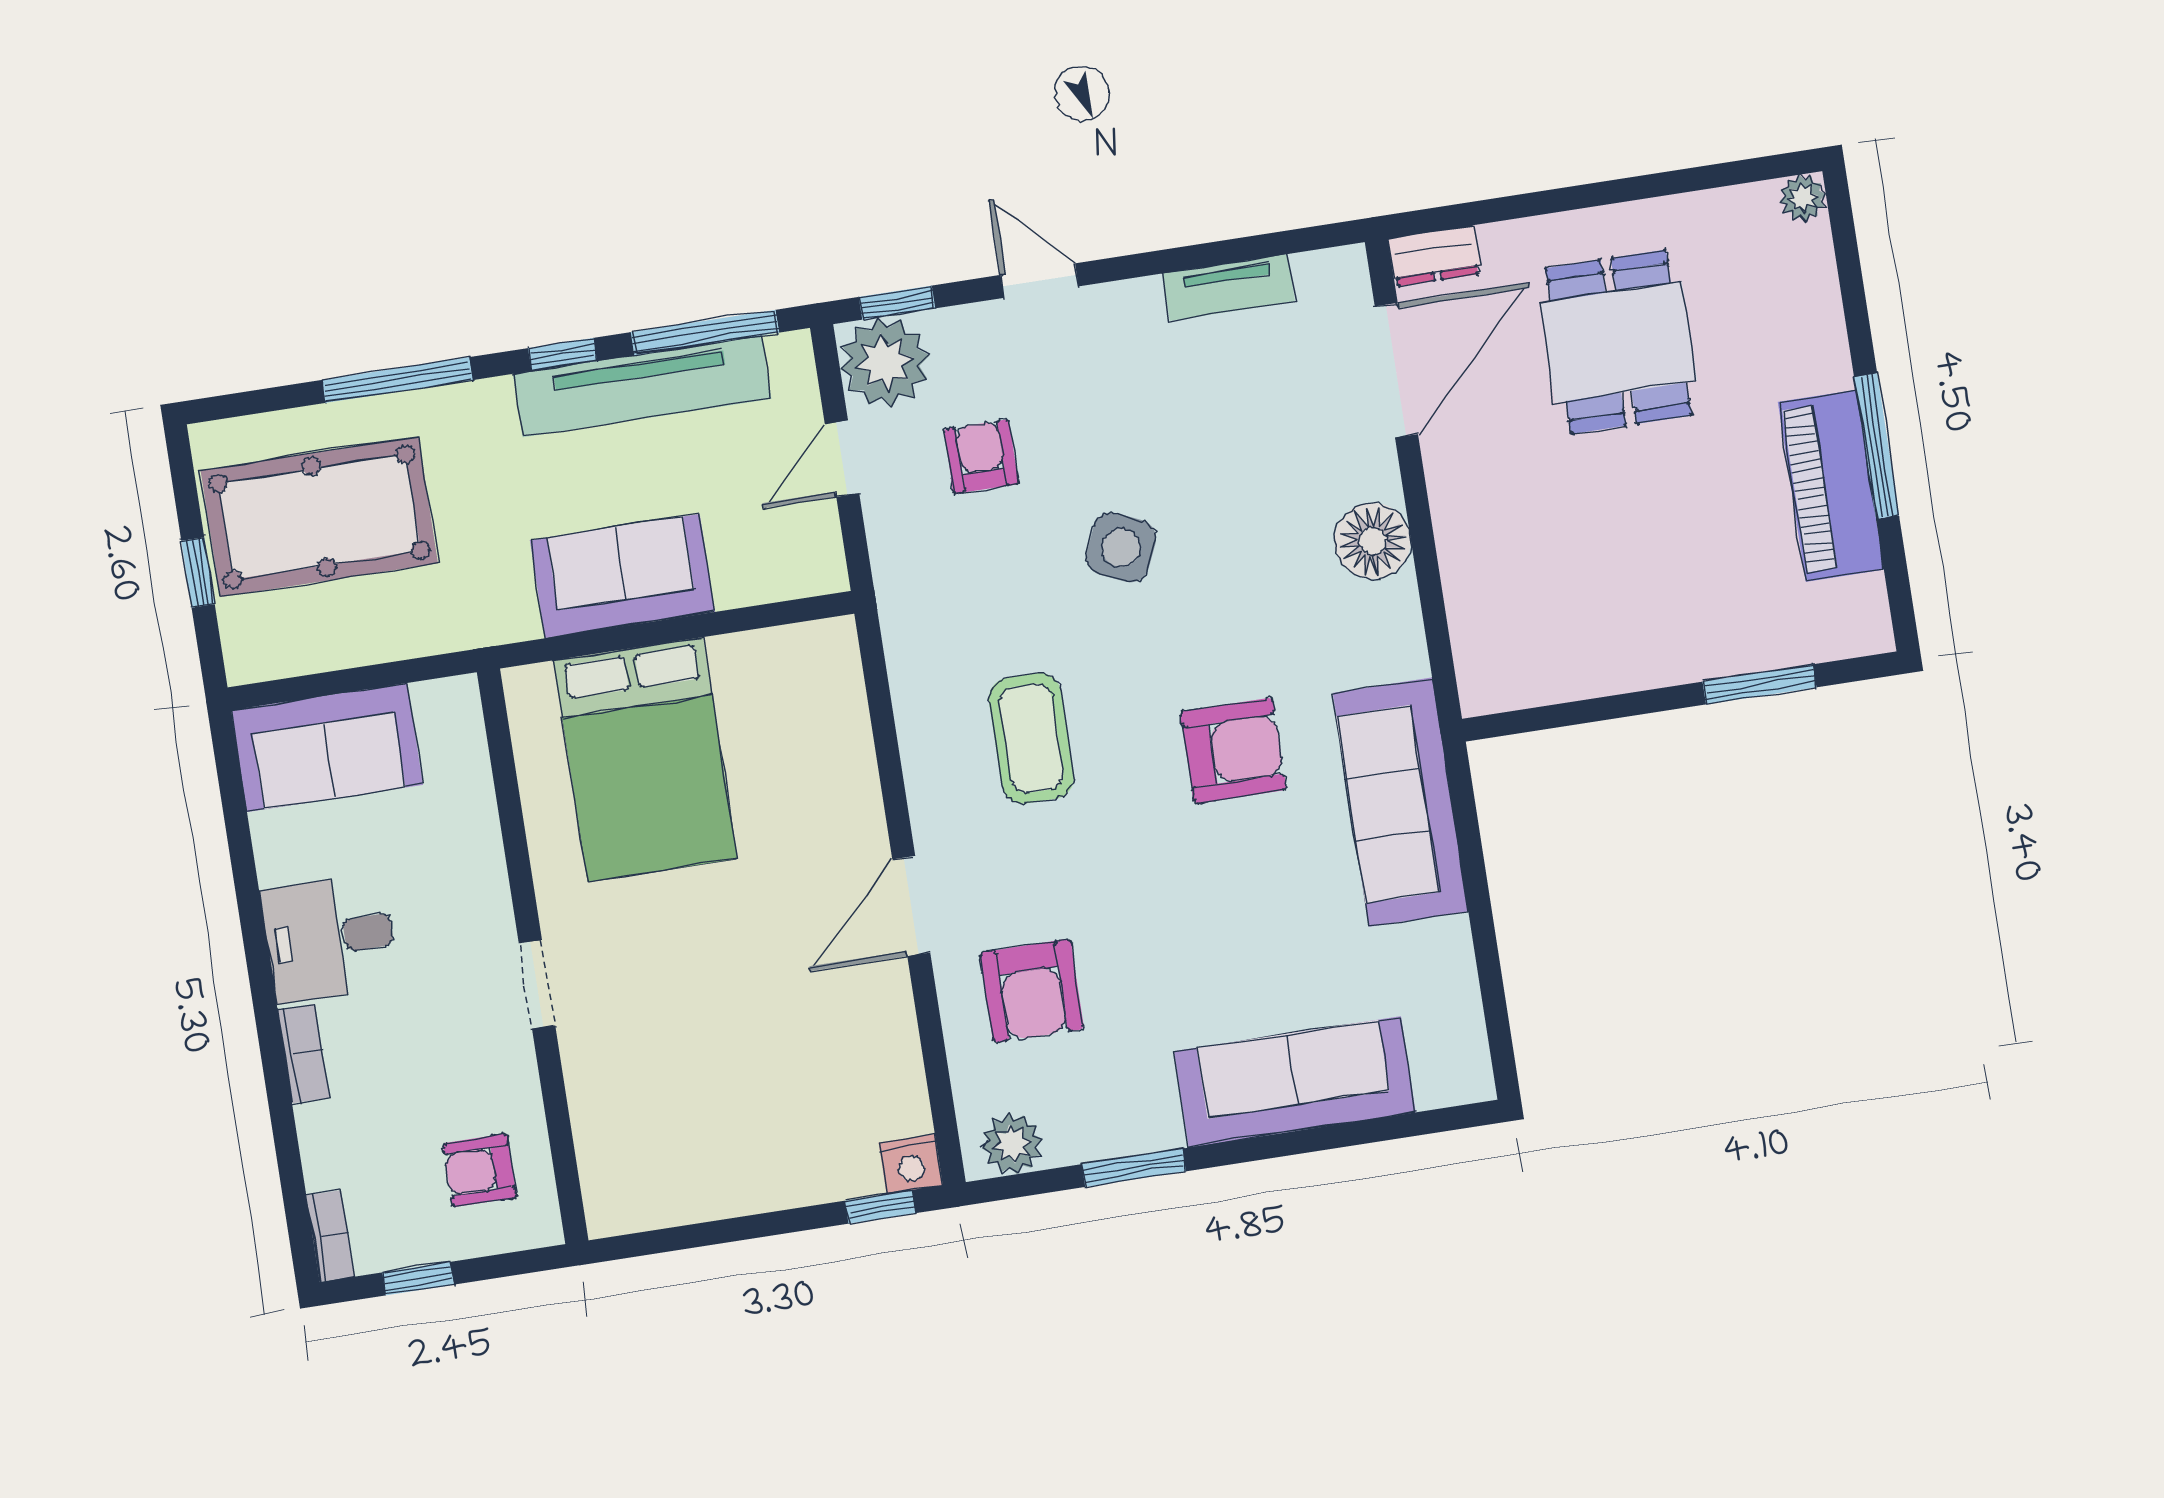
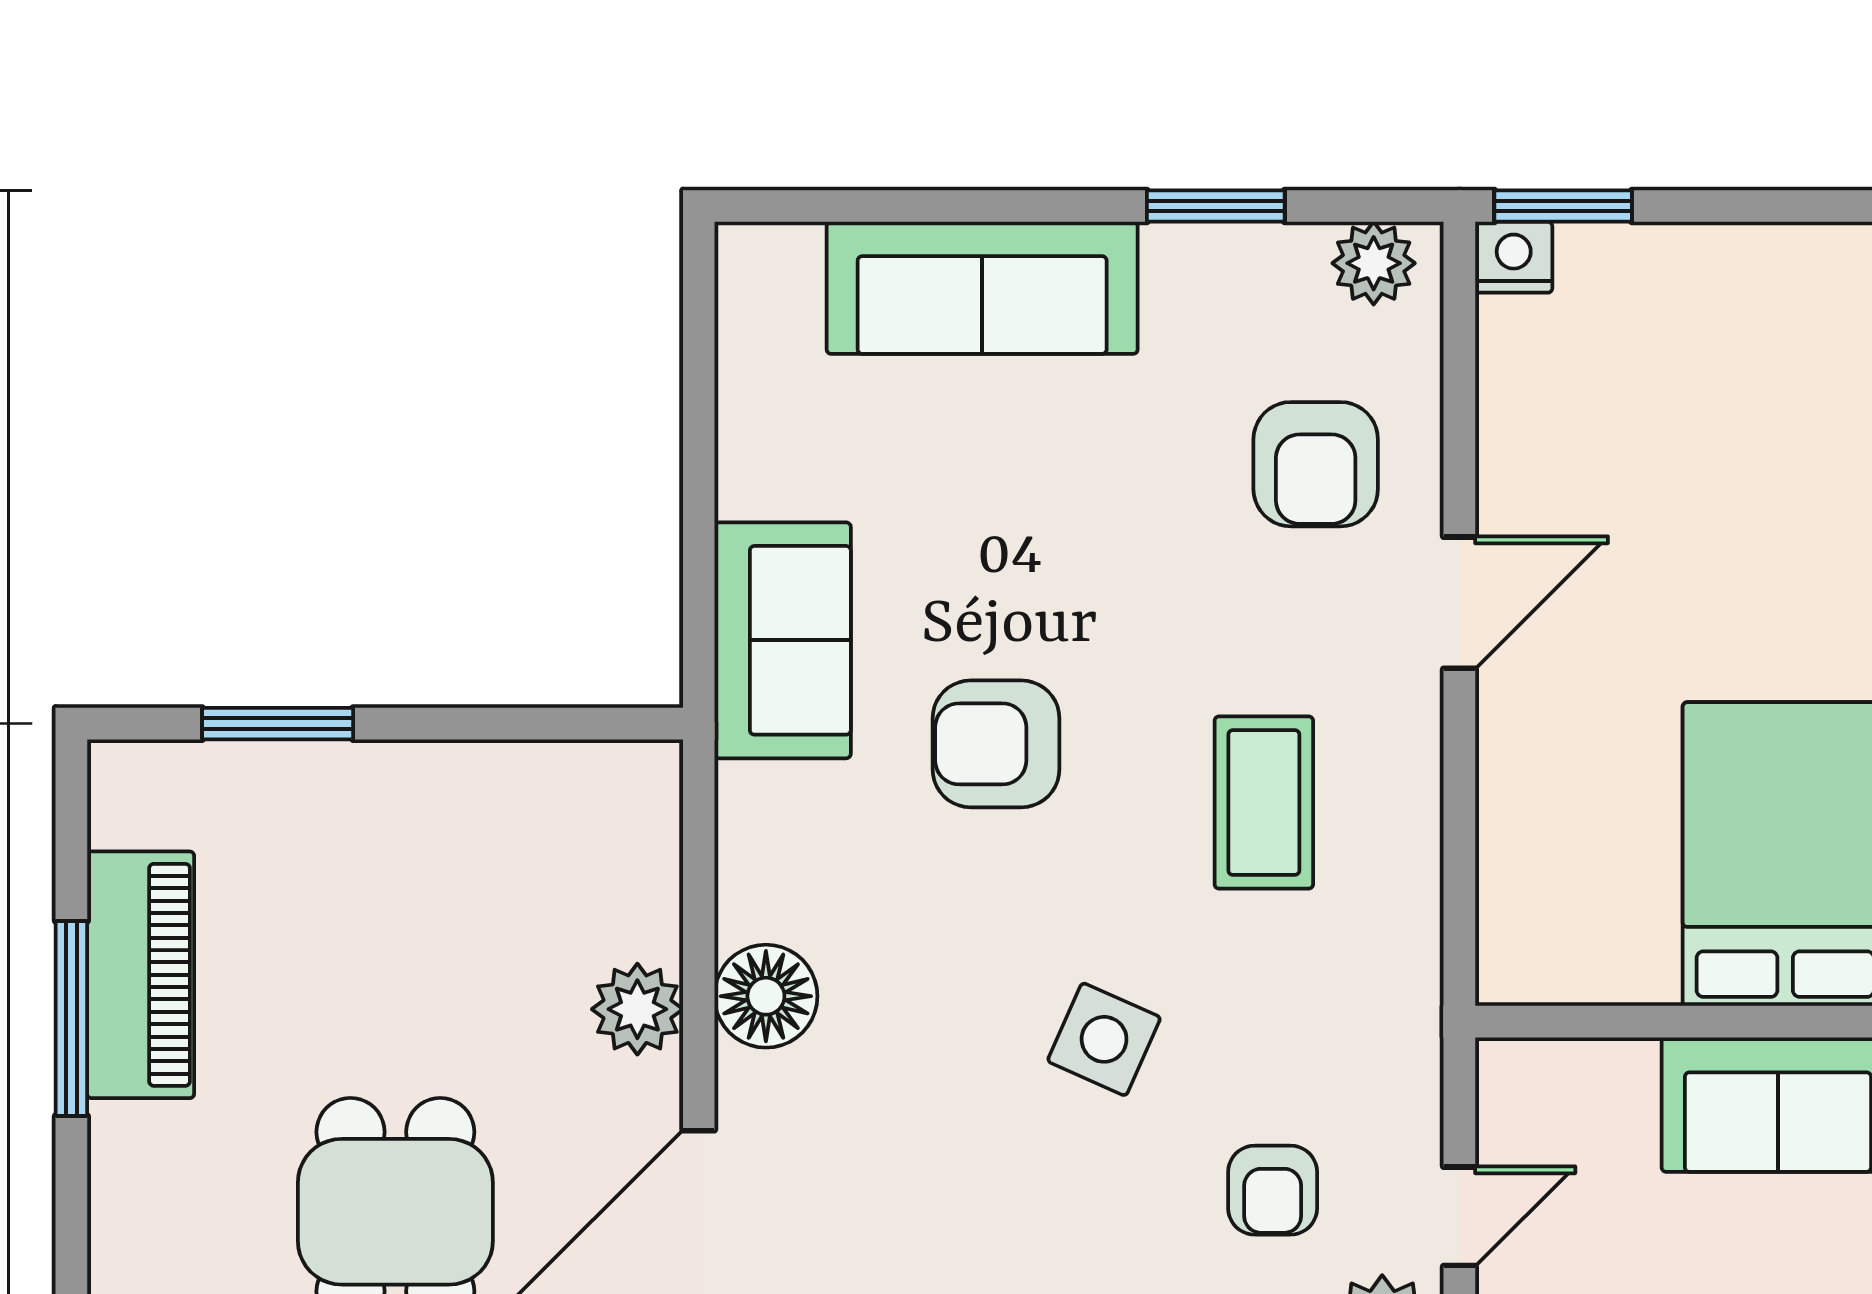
plant: (1465, 517) -> (637, 1009), added
sofa: (1401, 802) -> (783, 640), width x0.73
armchair: (1032, 991) -> (1316, 464), turned 180
window: (880, 1207) -> (1563, 206), width x1.50

